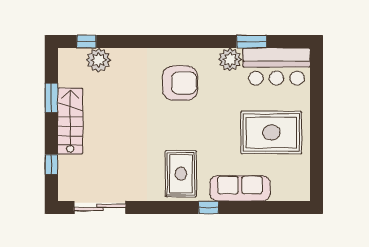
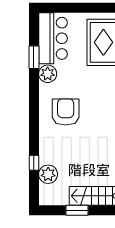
window: (87, 41) -> (34, 163), moved

